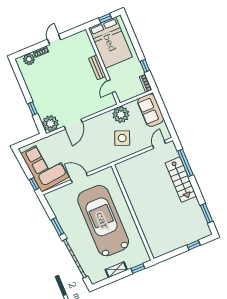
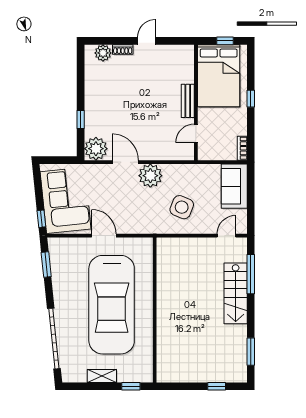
window: (145, 66) -> (251, 99), moved
plant: (121, 115) -> (150, 176), moved
door: (73, 124) -> (125, 162), swing flipped
car: (103, 221) -> (112, 305), turned 180
window: (57, 227) -> (46, 264), moved

